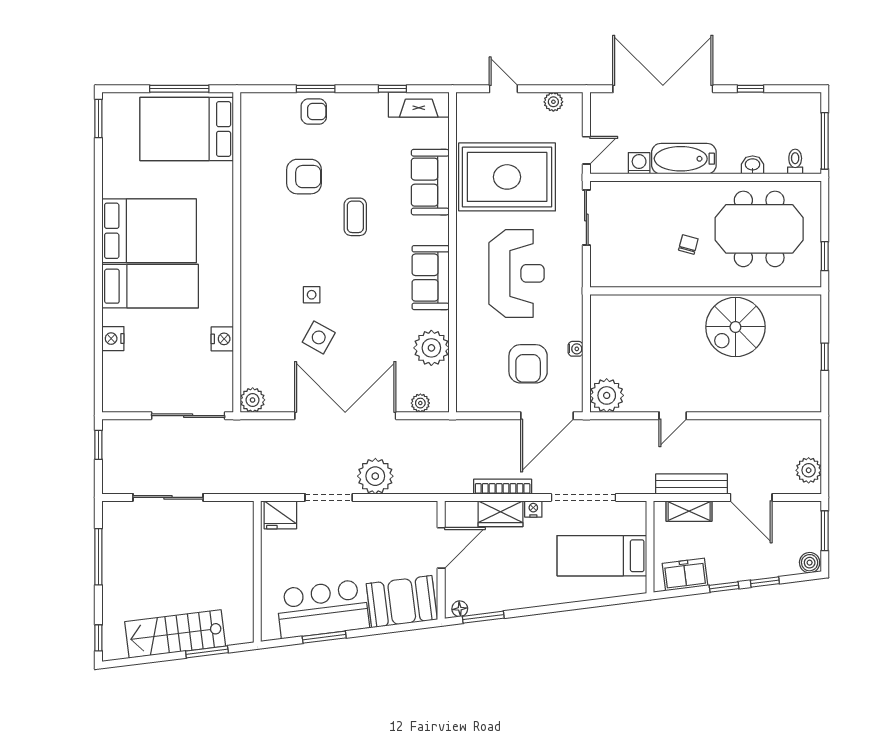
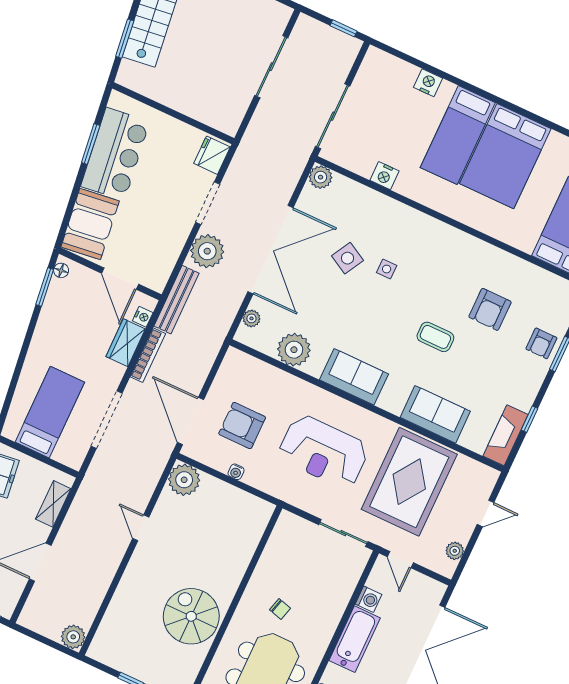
plant: (809, 470) -> (73, 637), moved
bench: (691, 484) -> (177, 300), moved
nightstand: (533, 509) -> (143, 317), moved

